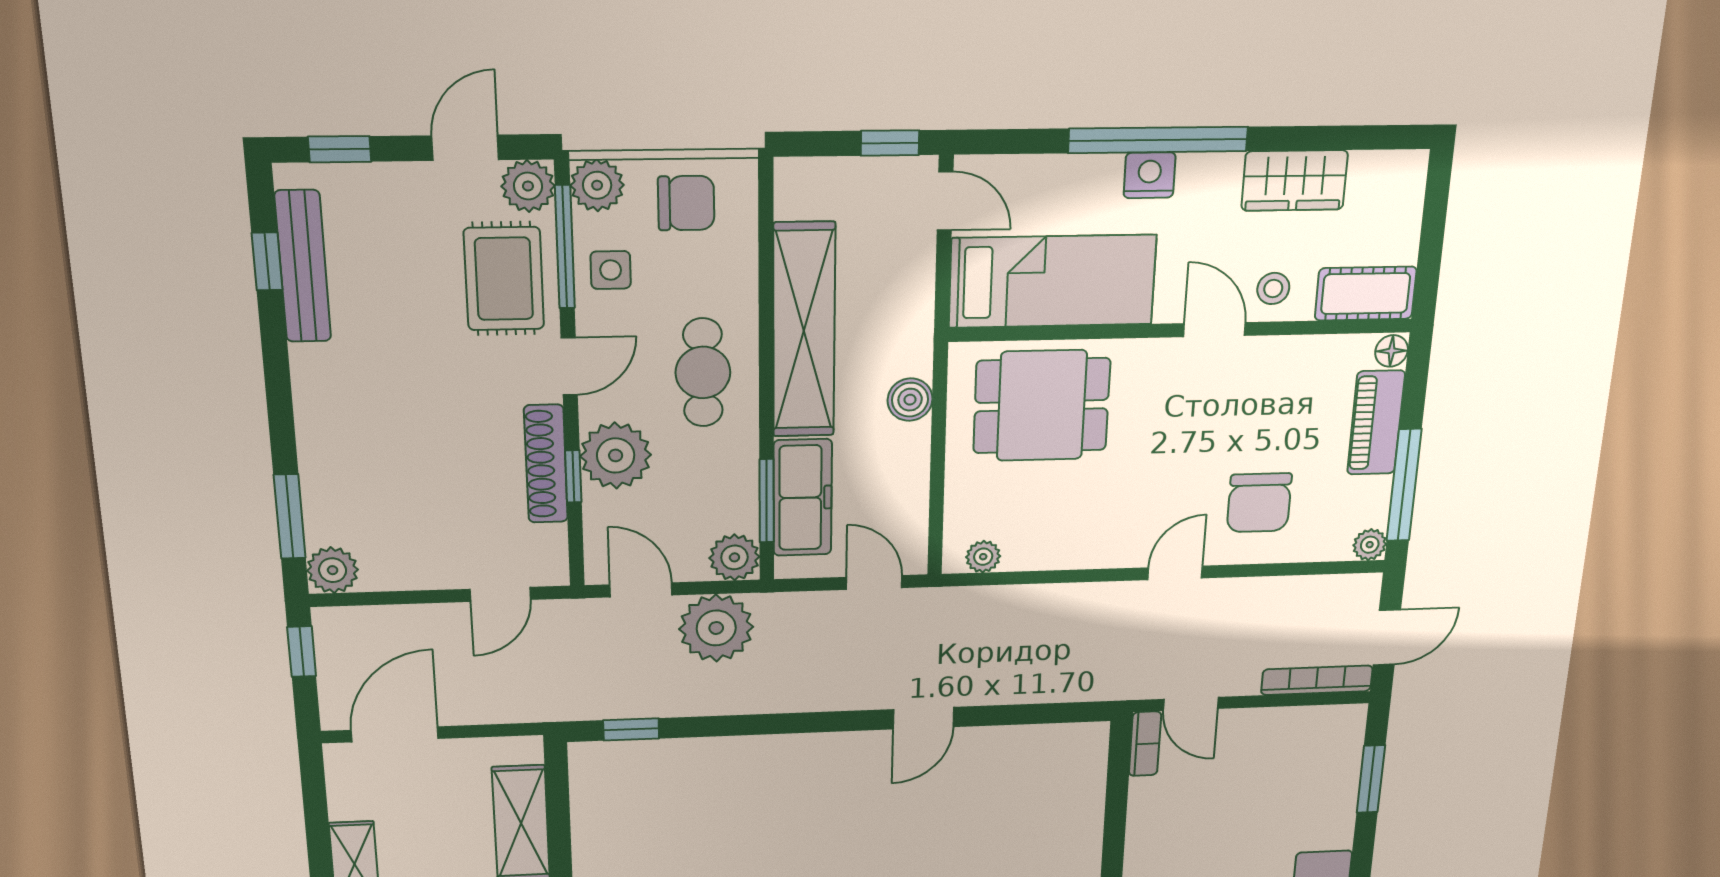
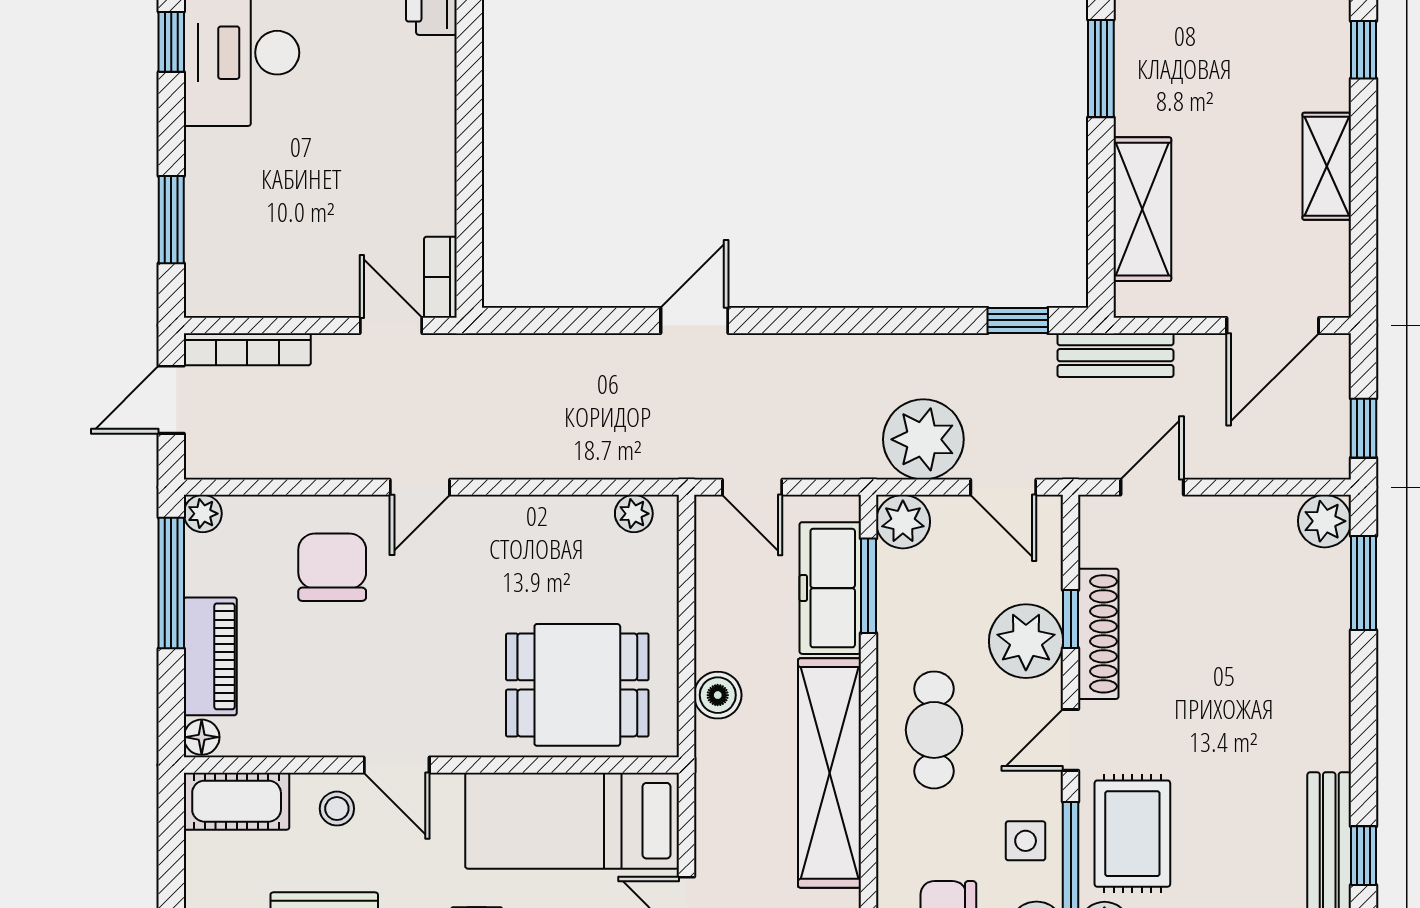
bench: (540, 704) -> (1115, 355), added

